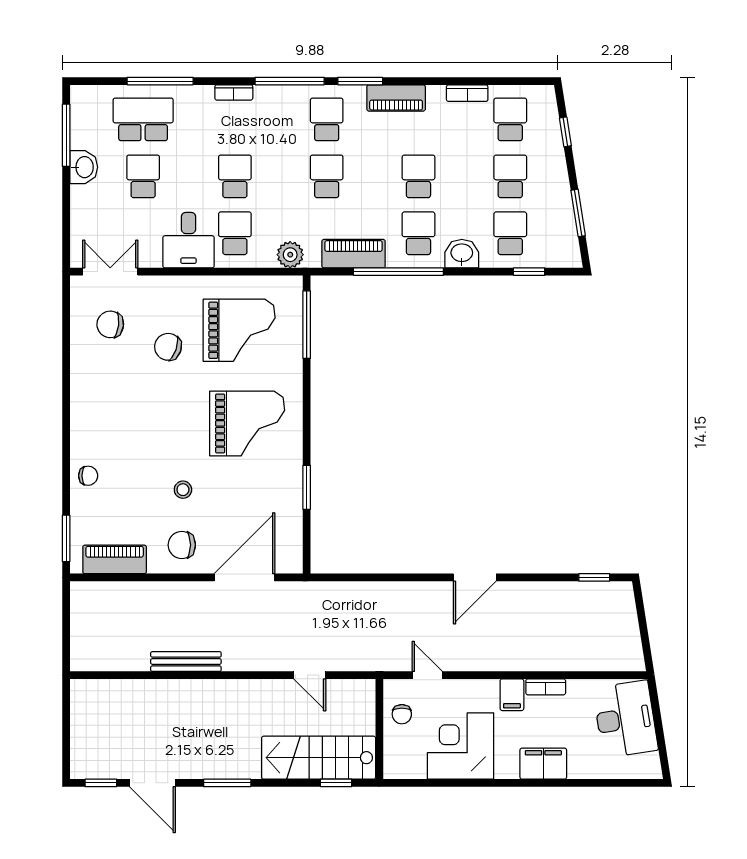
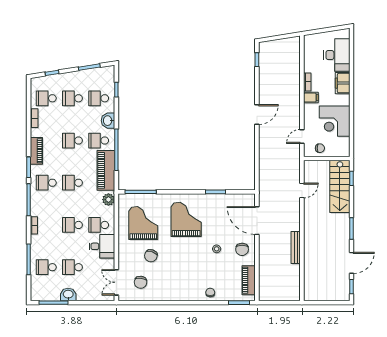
school desk: (143, 119) -> (46, 267), width x0.54
piano: (354, 254) -> (106, 170), width x1.37, depth x1.33
door: (475, 577) -> (257, 115), hinge flipped
desk: (625, 719) -> (337, 55), moved, turned 99

